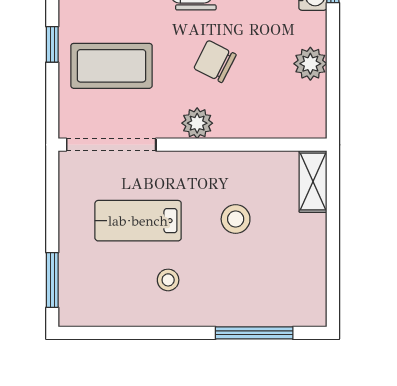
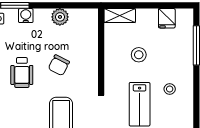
plant: (197, 123) -> (90, 74), removed
fridge: (308, 274) -> (167, 18), added

